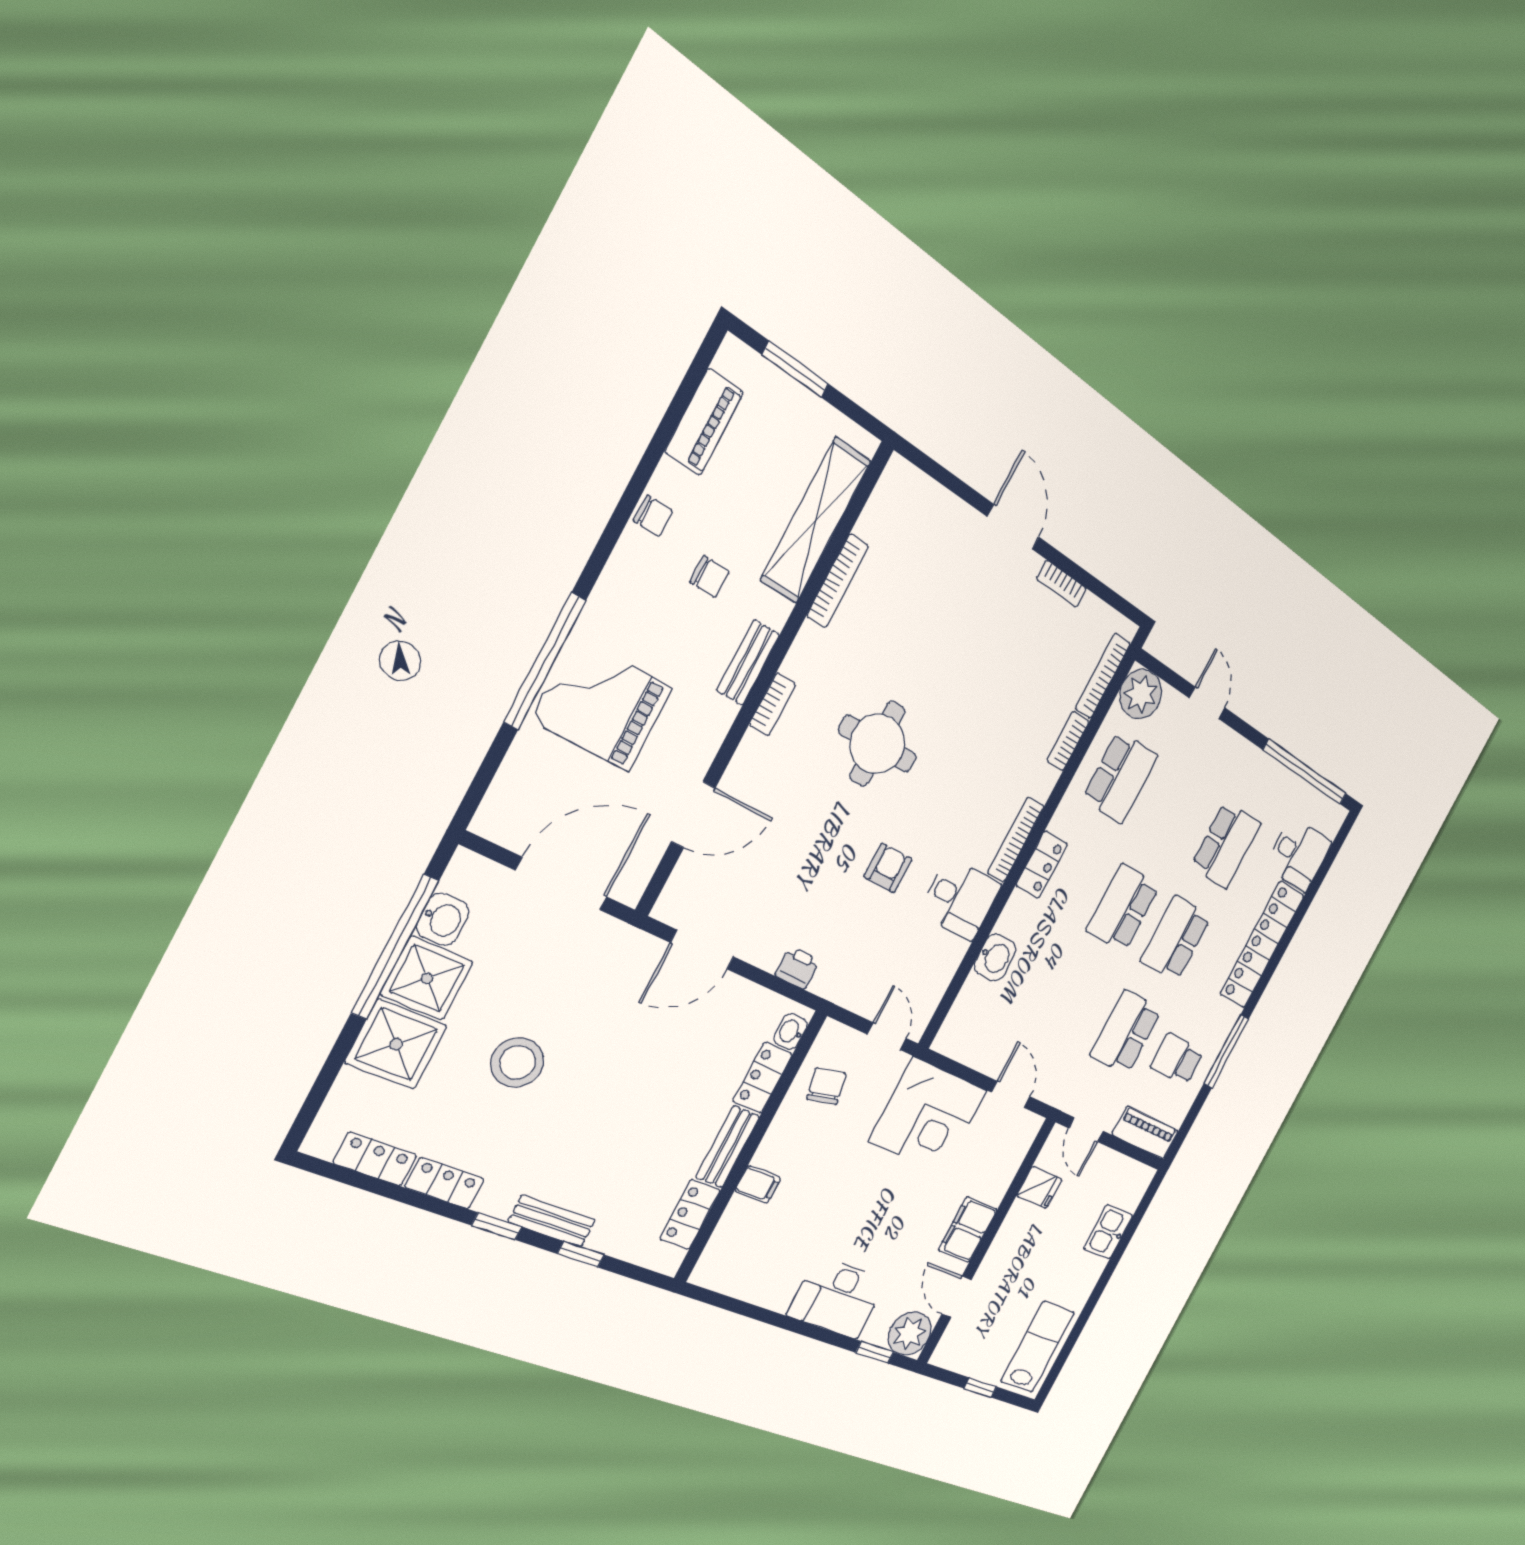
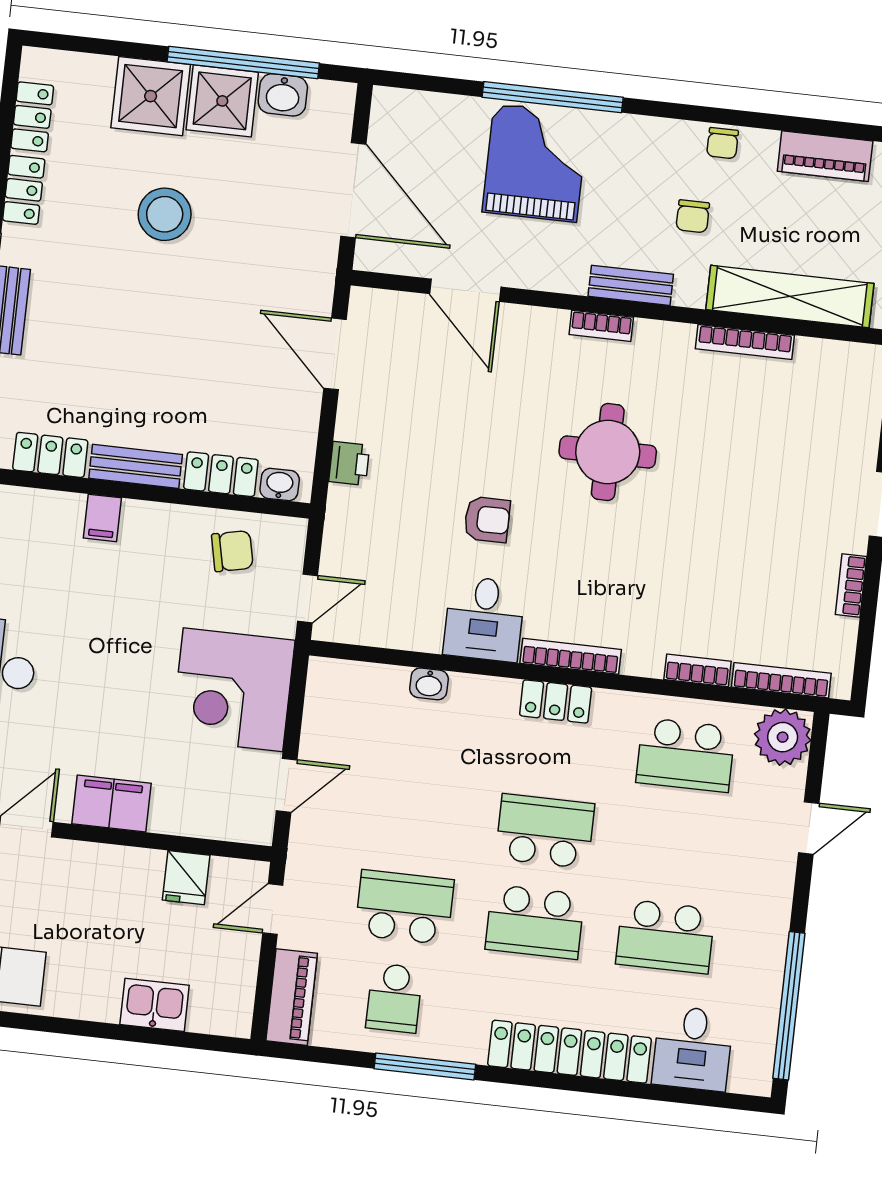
school desk: (1176, 939) -> (535, 922), turned 180
washbasin: (995, 957) -> (429, 684), width x0.72, depth x0.69
school desk: (1177, 1059) -> (394, 998), turned 180

